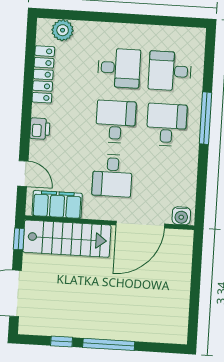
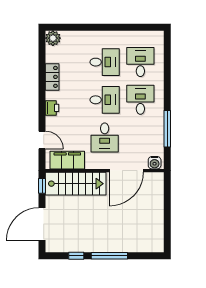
plant: (63, 30) -> (53, 38), moved
desk: (170, 71) -> (140, 62), turned 90
locker: (43, 74) -> (52, 77), width x0.66
window: (205, 118) -> (167, 129), moved
desk: (116, 122) -> (105, 100), turned 90

